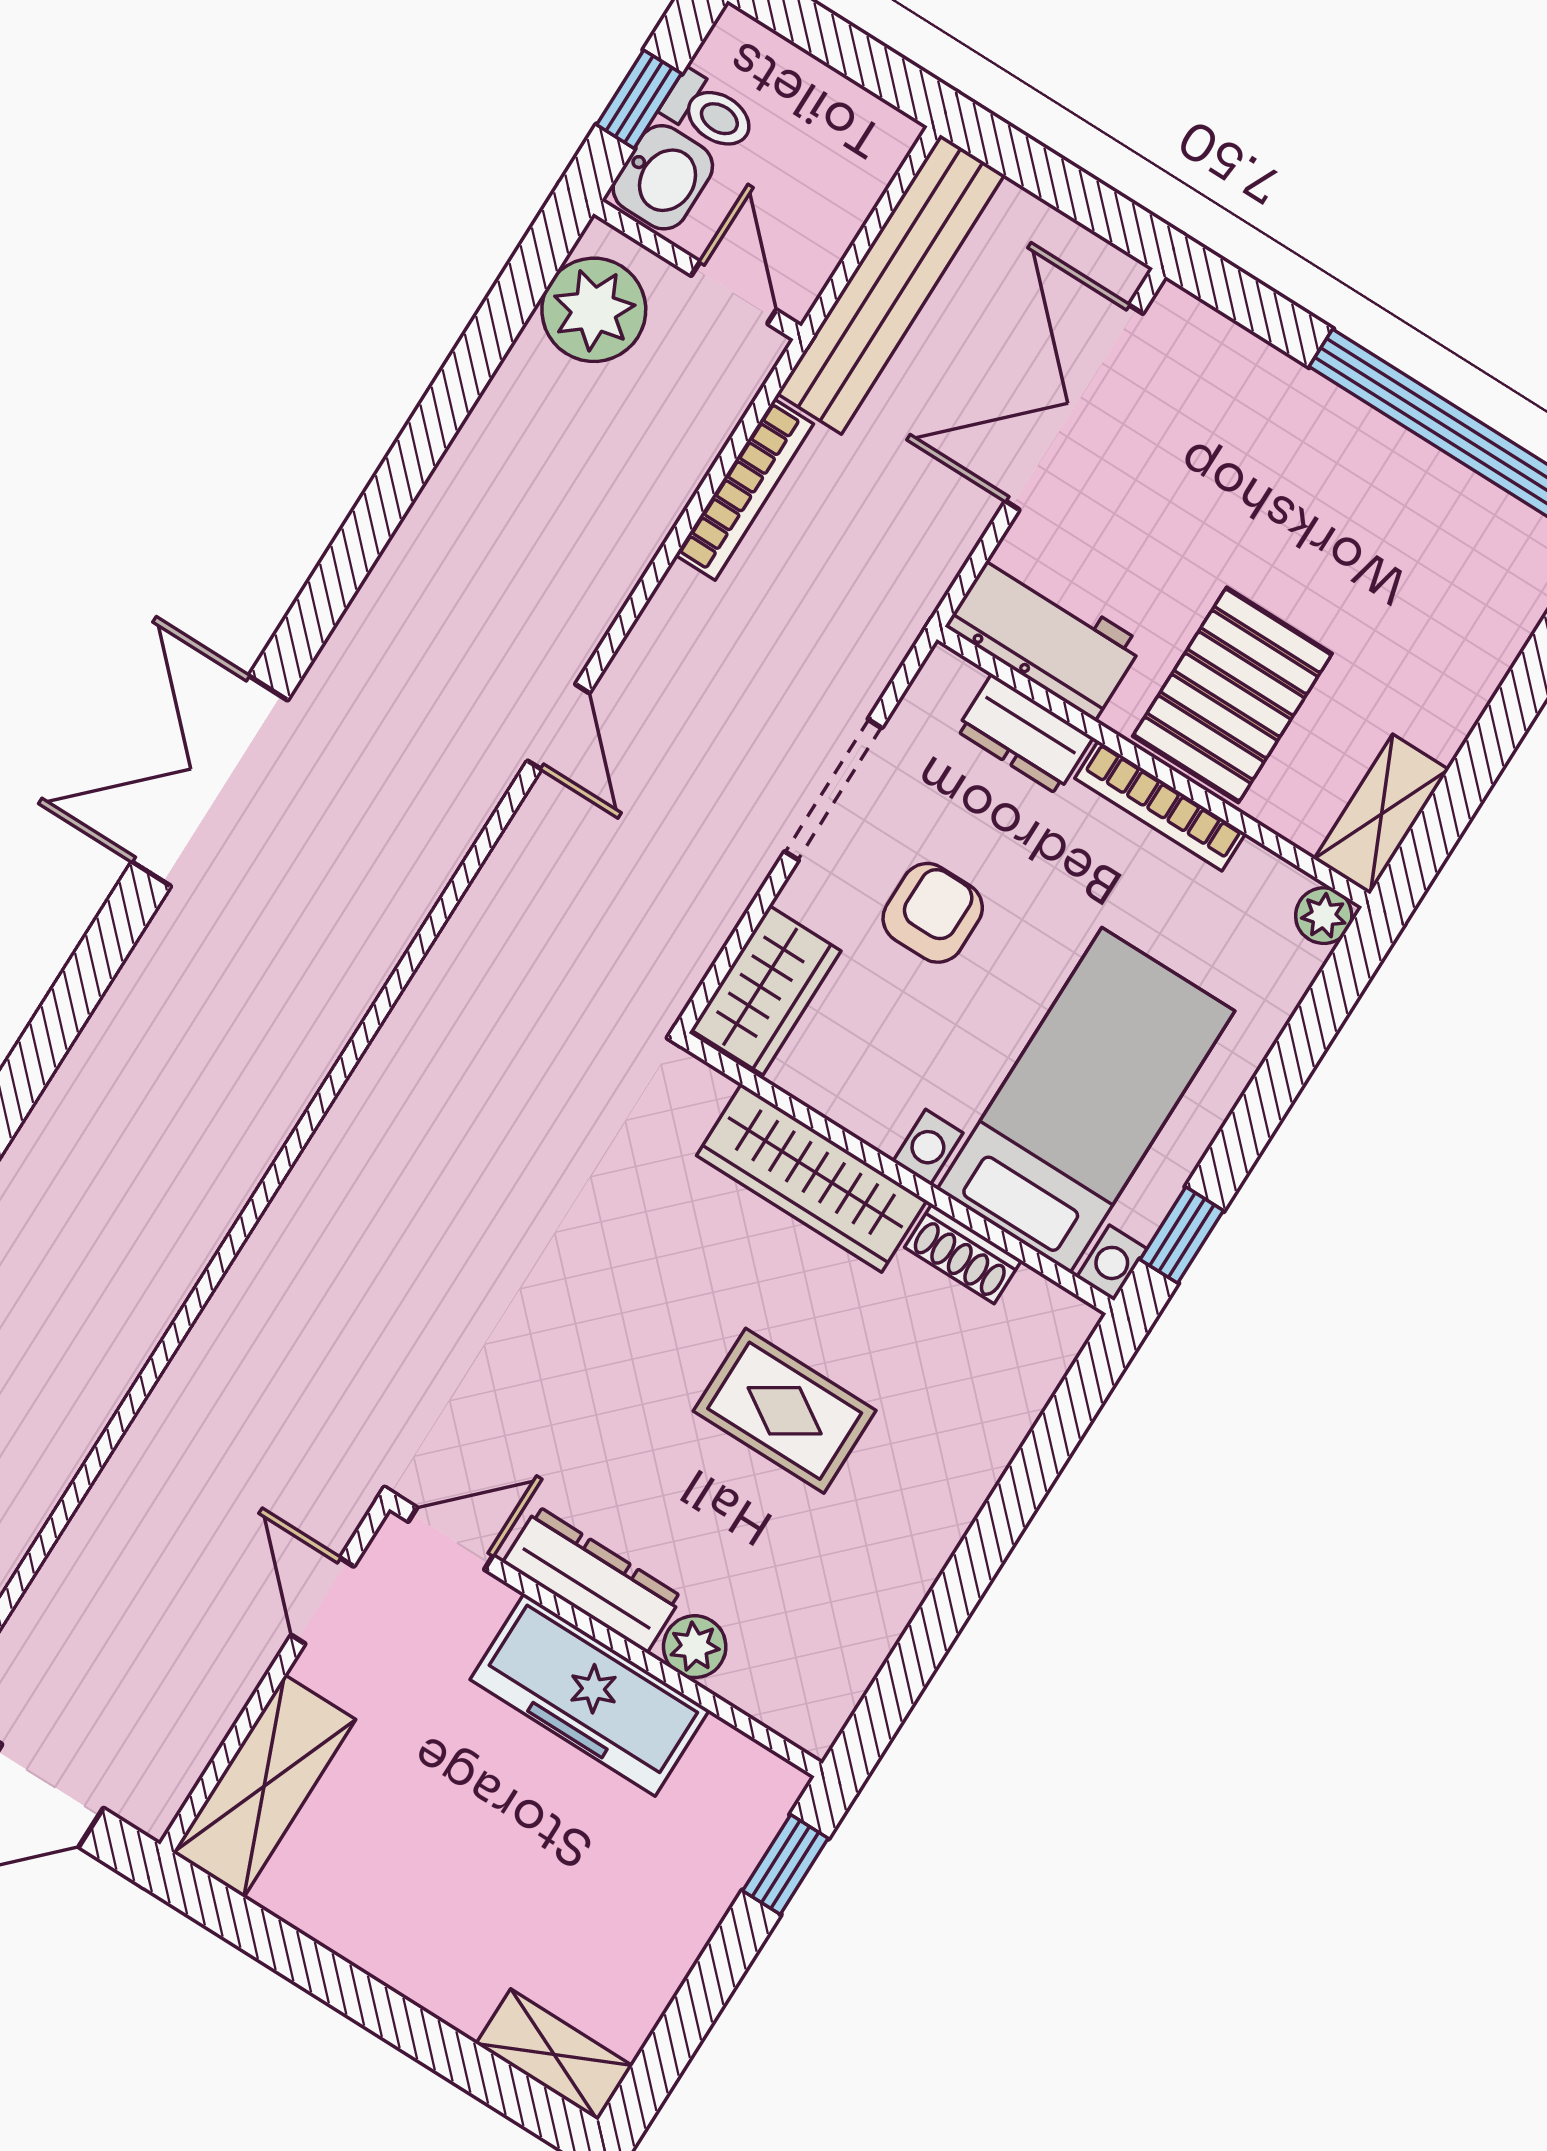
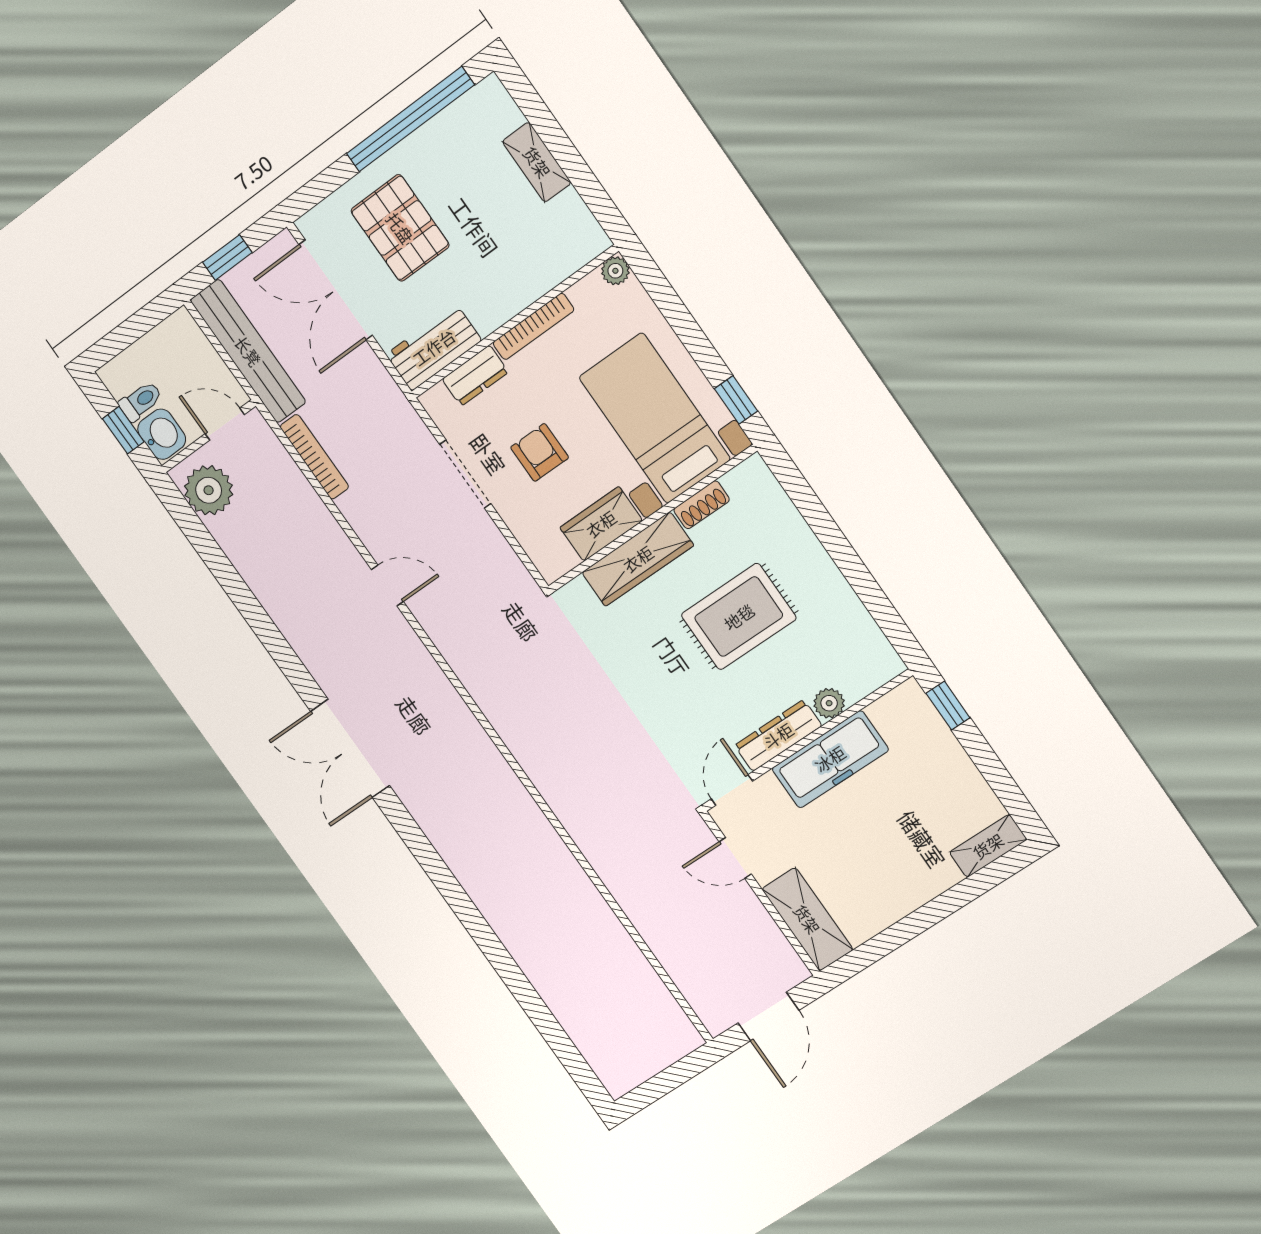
window: (1049, 177) -> (227, 257), added
pallet: (1232, 695) -> (400, 228), moved
shelving: (1381, 814) -> (537, 162), moved
wardrobe: (766, 990) -> (601, 524), moved, turned -90
rug: (785, 1411) -> (739, 617), width x1.36, depth x1.43

